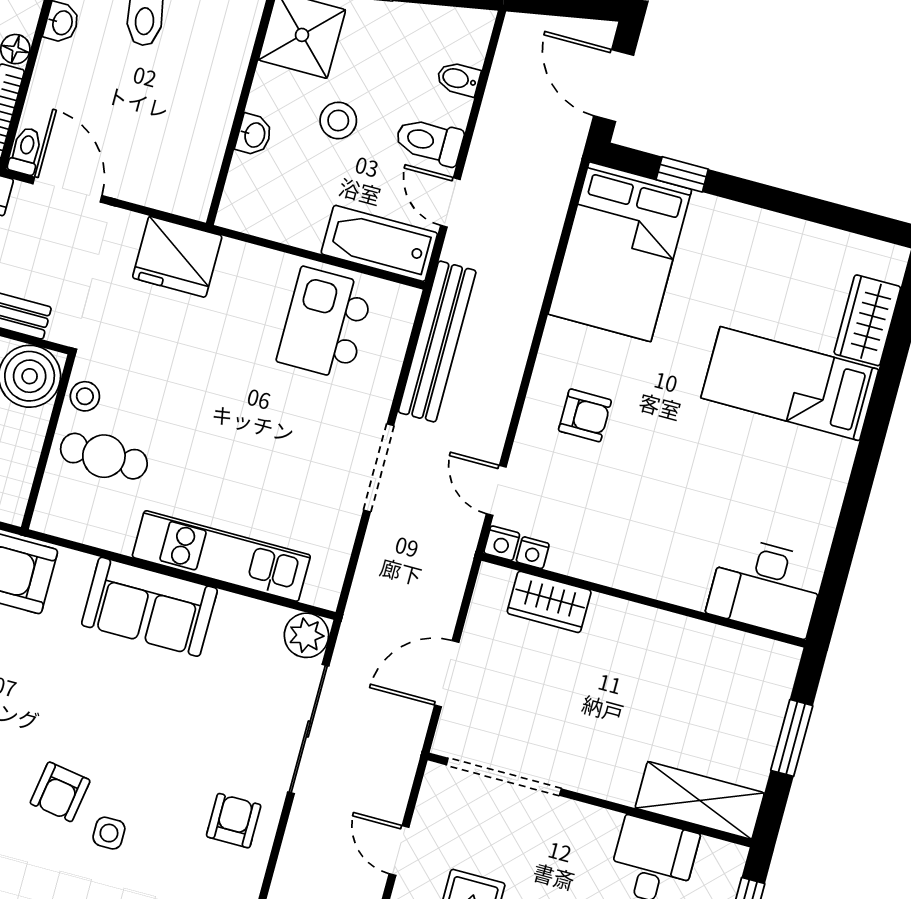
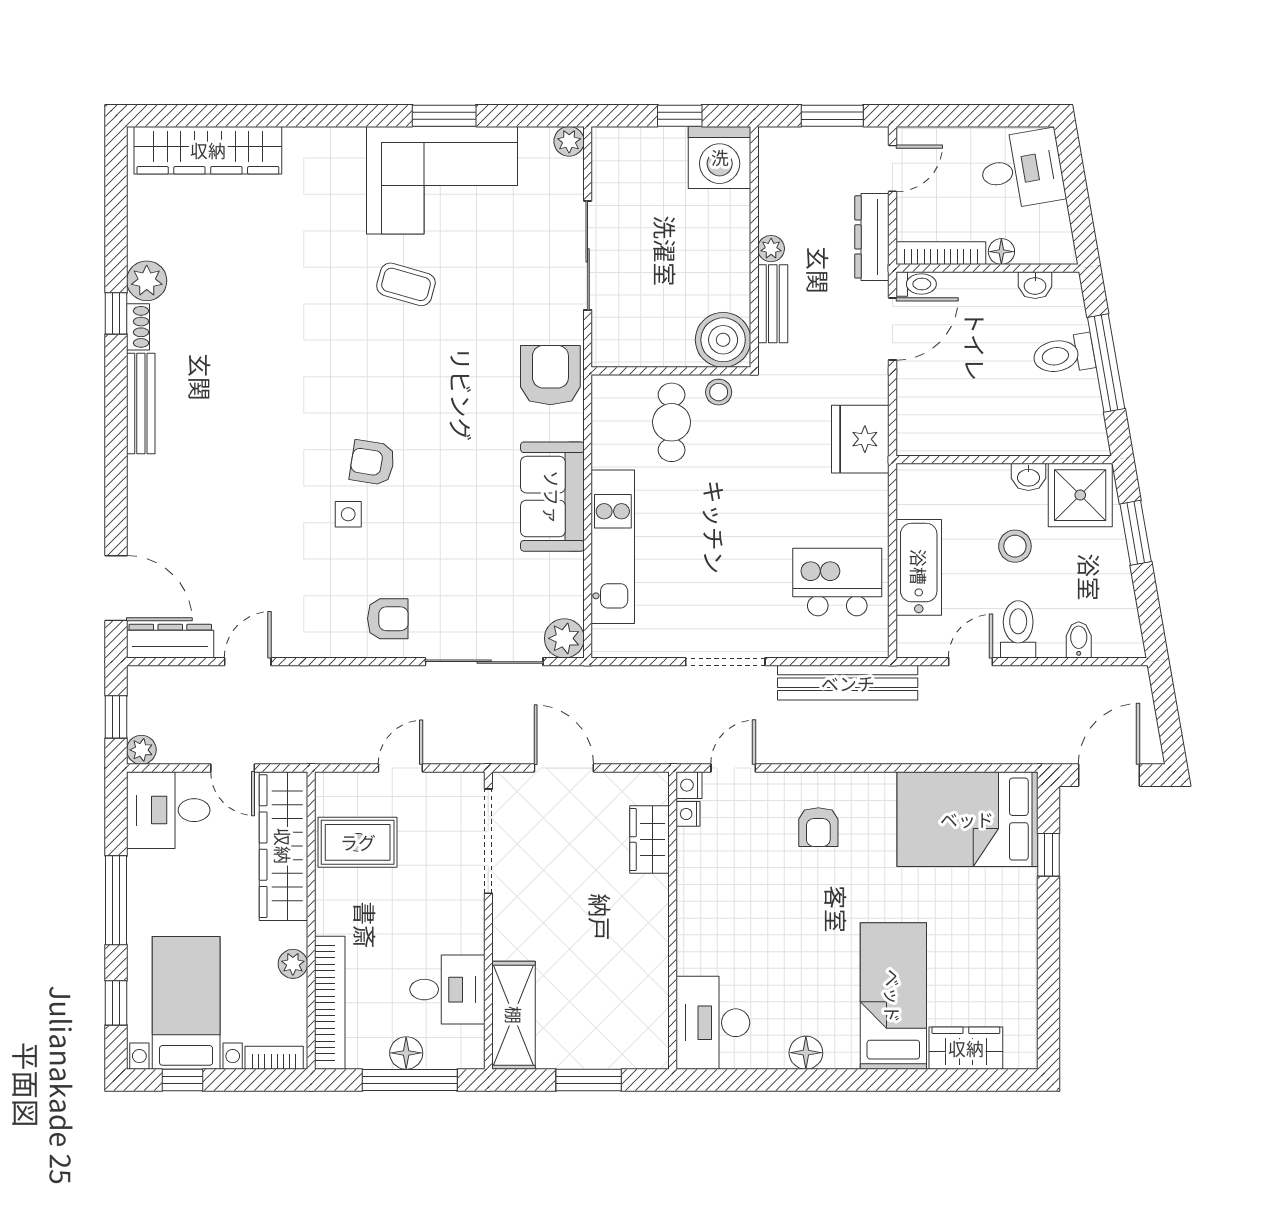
washbasin: (254, 135) -> (1028, 477), moved
bathtub: (379, 243) -> (919, 567), moved
floor lamp: (826, 495) -> (806, 1053), added

